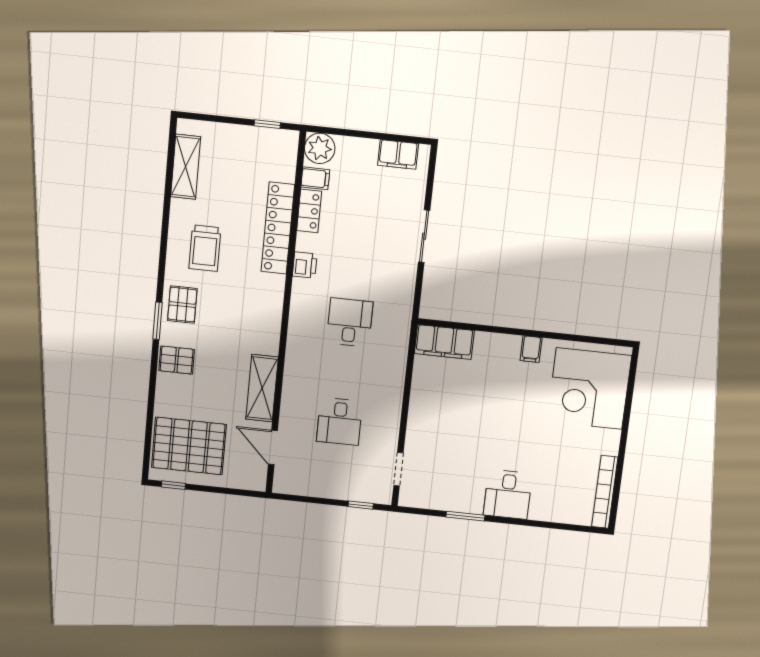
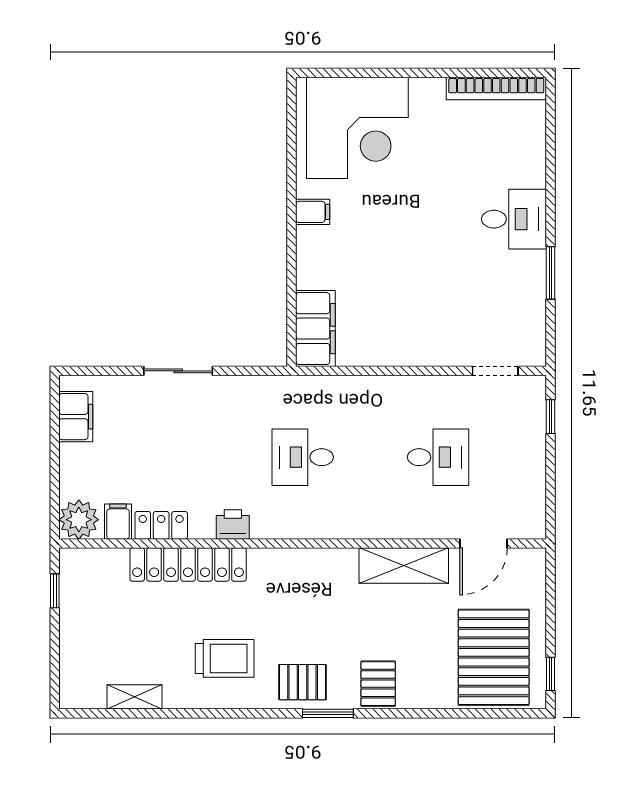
shelving: (186, 167) -> (134, 697), width x0.67, depth x0.75

